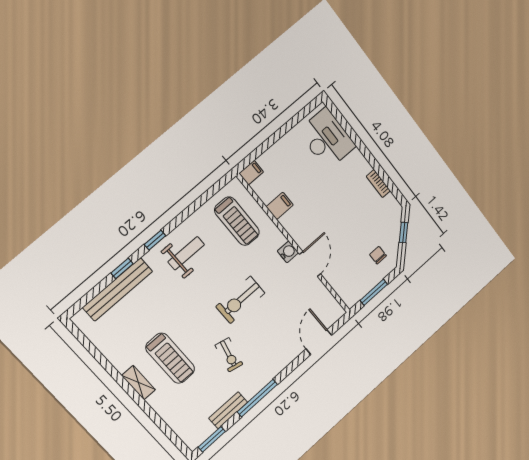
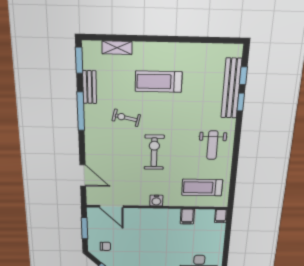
window: (155, 240) -> (243, 76), moved
door: (310, 264) -> (111, 206), moved
shelving: (139, 383) -> (117, 48), moved

